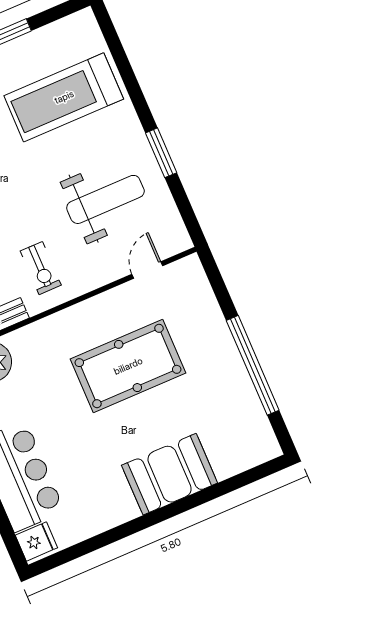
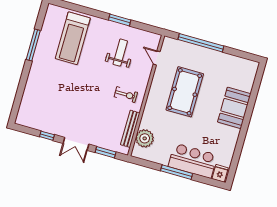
weight bench: (105, 199) -> (120, 53), width x0.73, depth x0.75
window: (253, 365) -> (201, 43), moved

